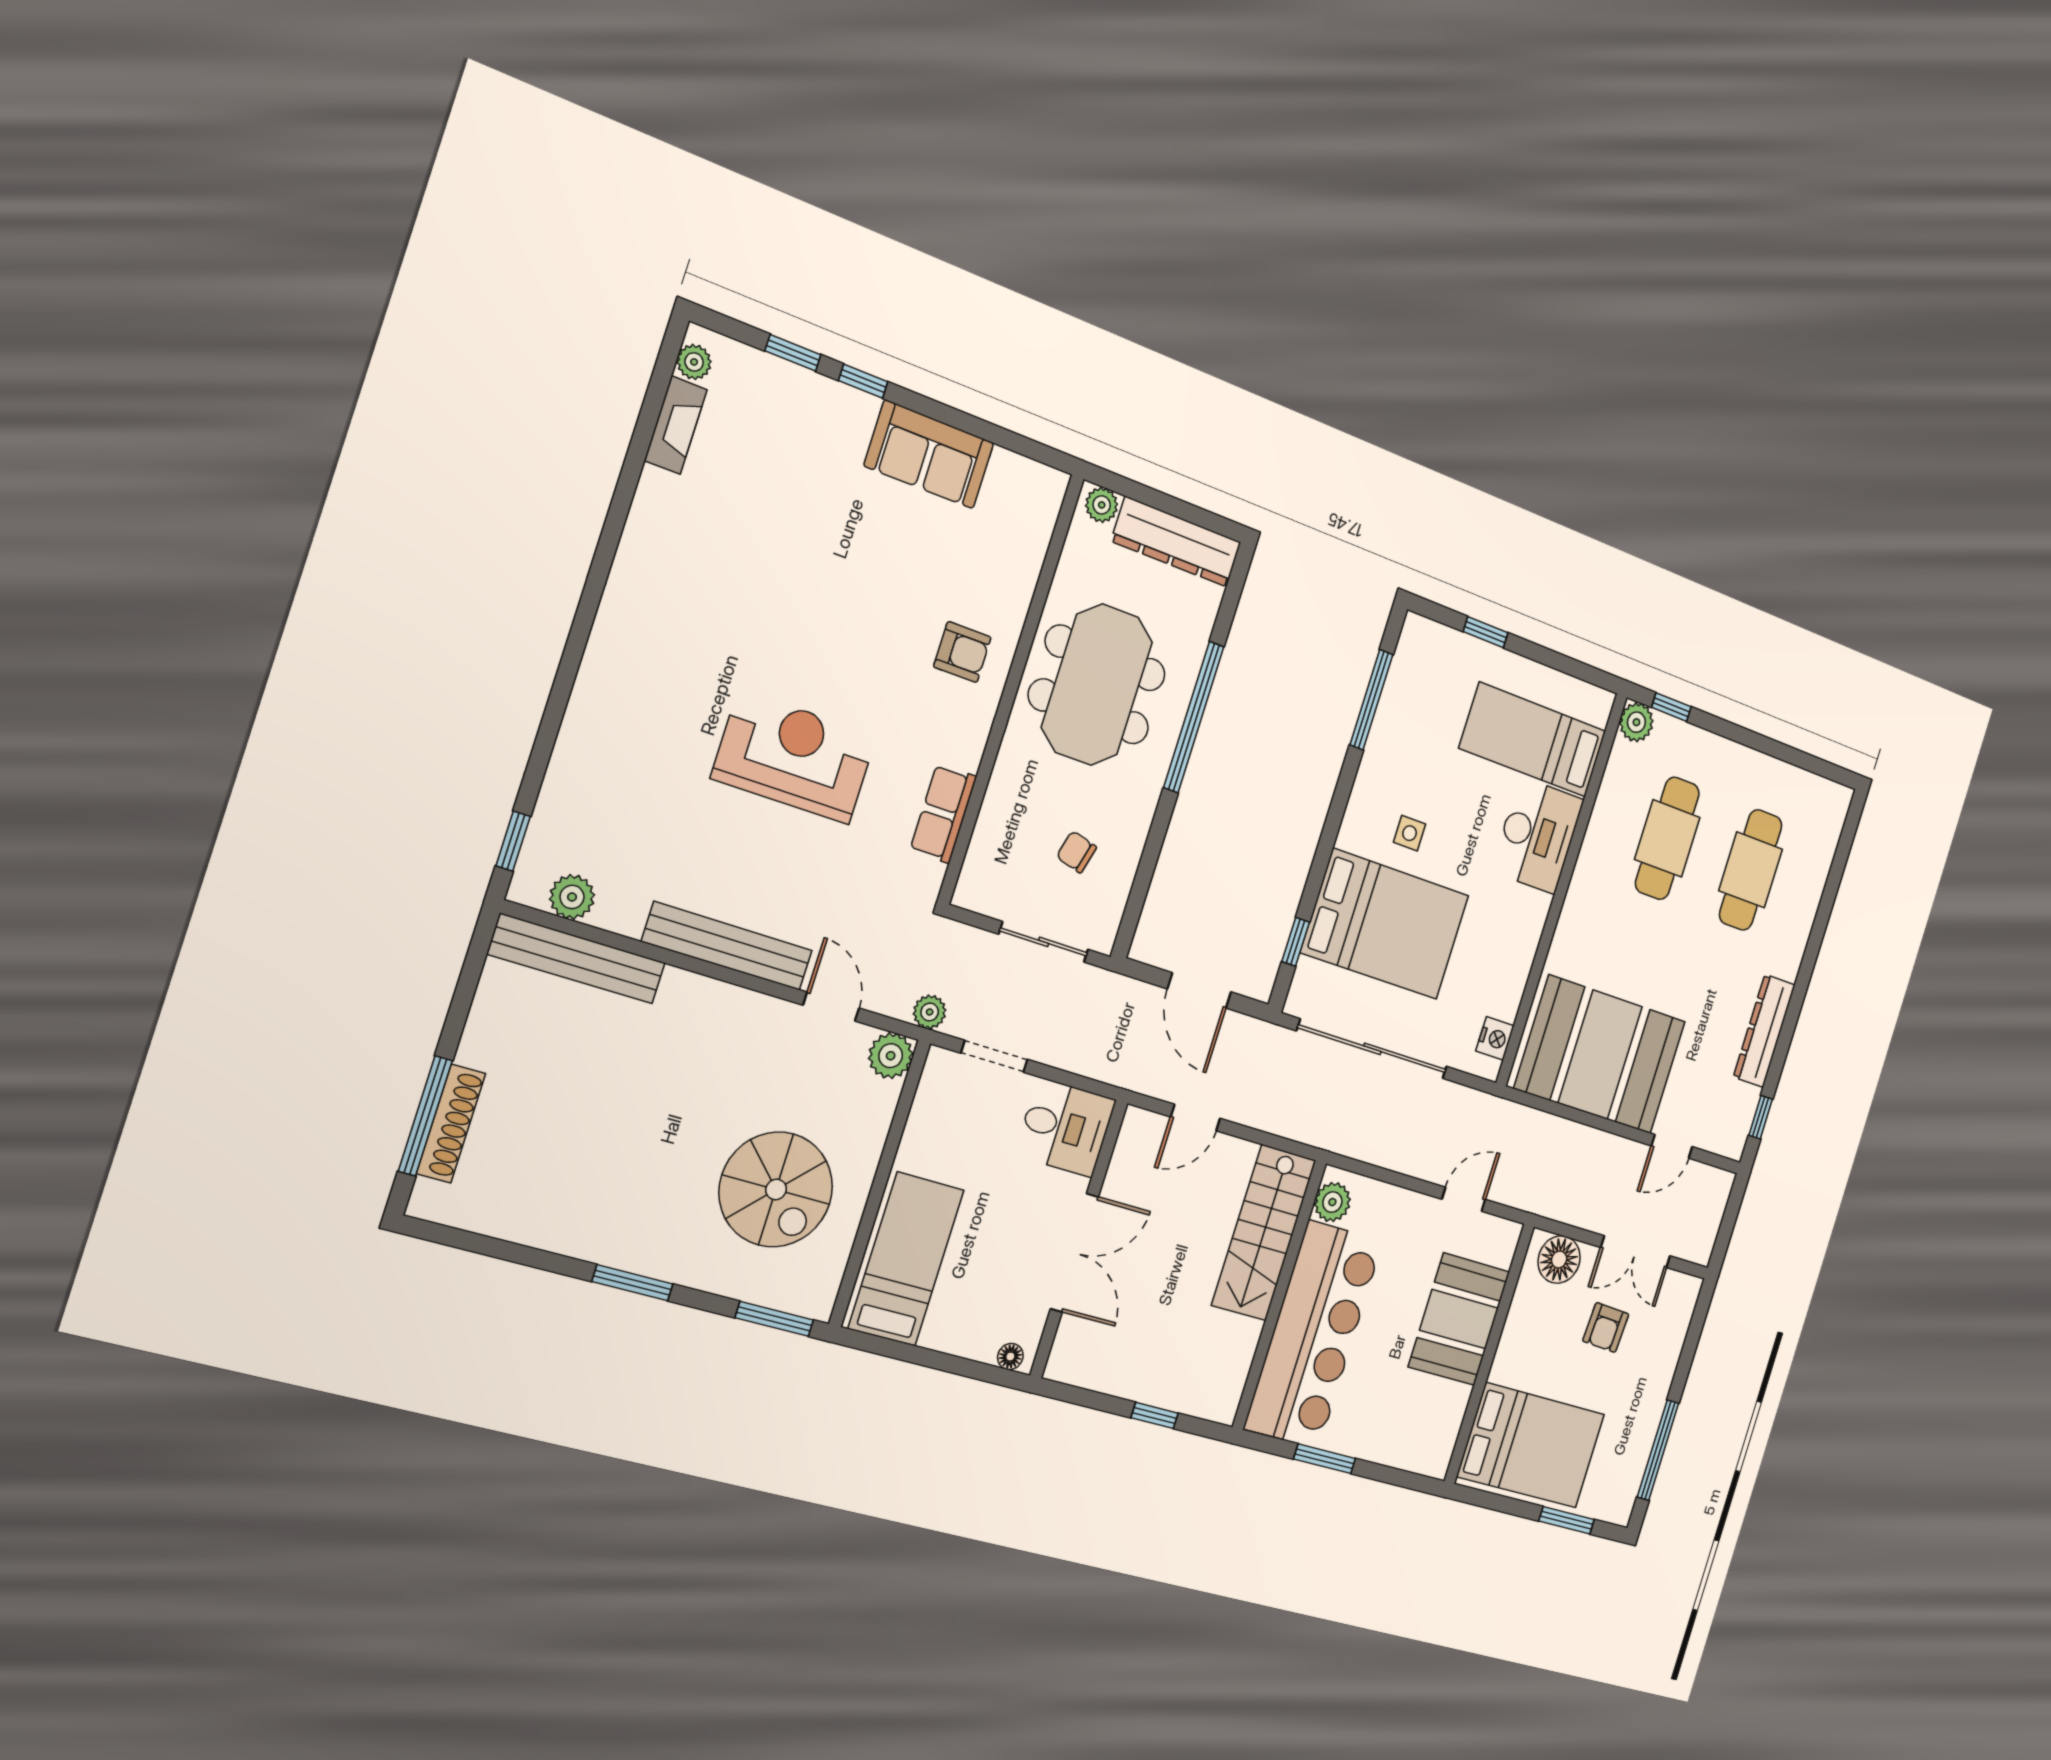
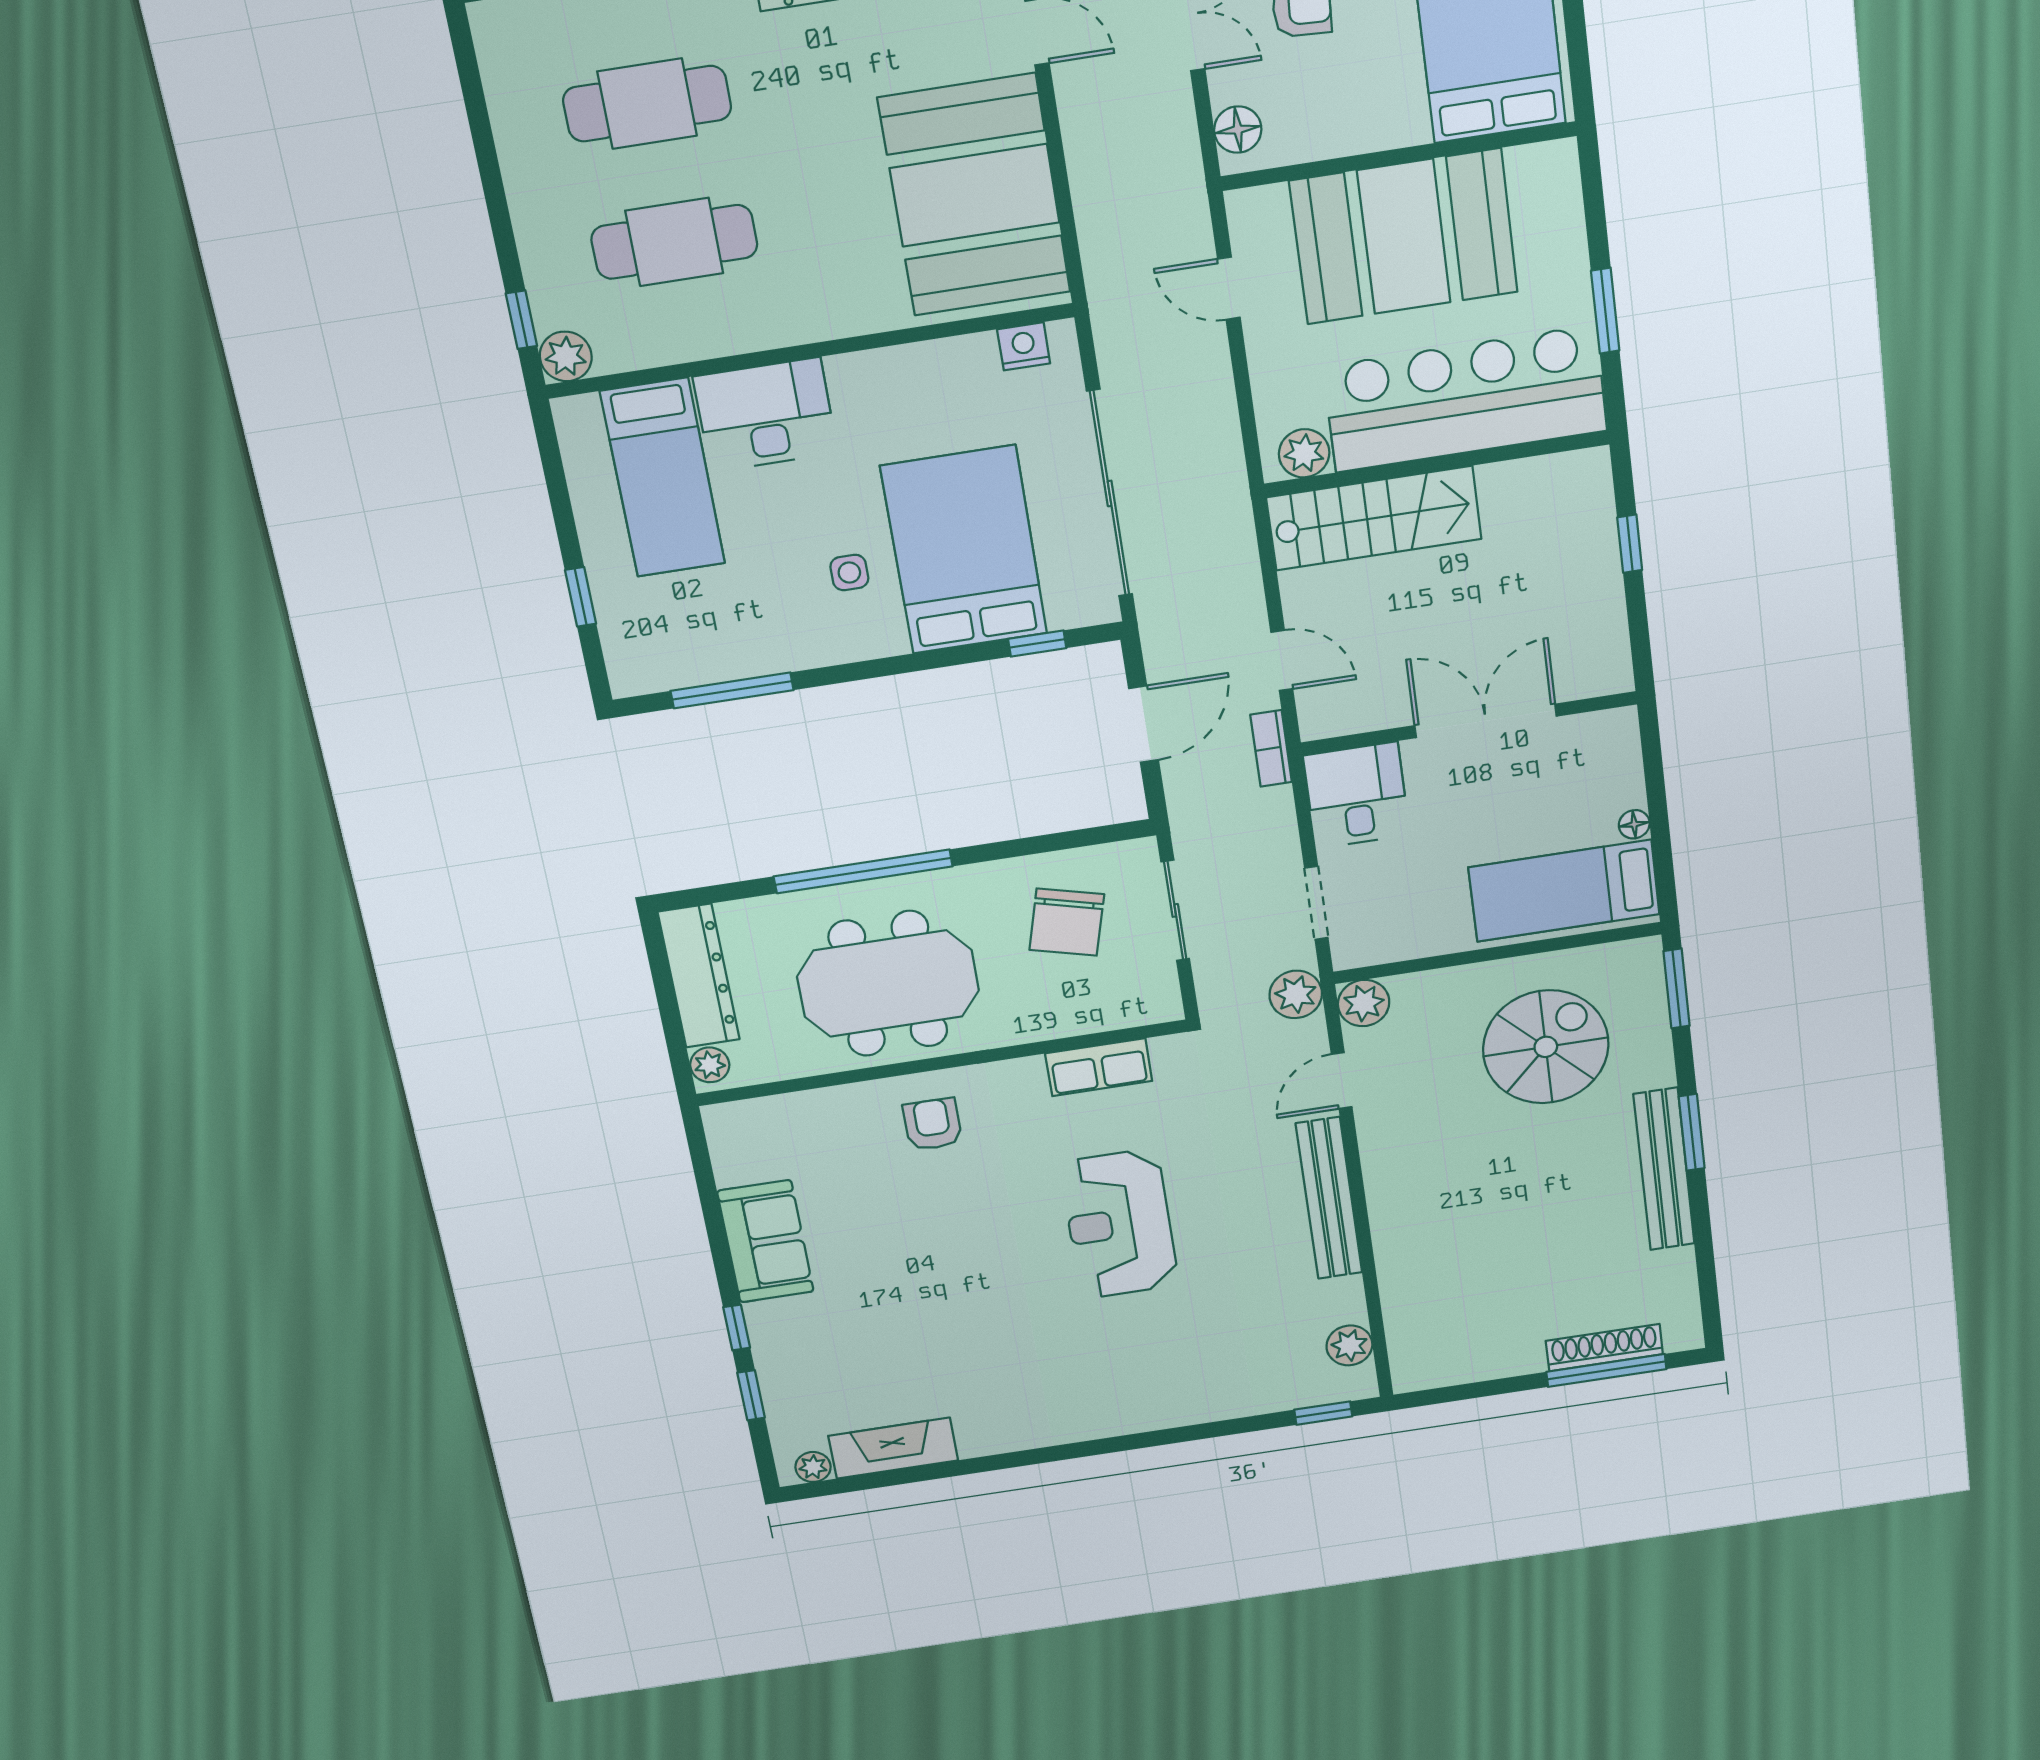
fireplace: (676, 425) -> (893, 1448), width x1.37, depth x1.32
chair: (1076, 852) -> (1067, 922), width x1.87, depth x1.87
bench: (577, 959) -> (1664, 1169), moved
plant: (930, 1012) -> (1296, 994), width x1.38, depth x1.38
bookcase: (1134, 1078) -> (1271, 748), added
floor lamp: (1559, 1260) -> (1238, 130), width x0.73, depth x0.73
booth: (1459, 1319) -> (1404, 237), width x1.36, depth x1.42
floor lamp: (1010, 1357) -> (1634, 824), moved

